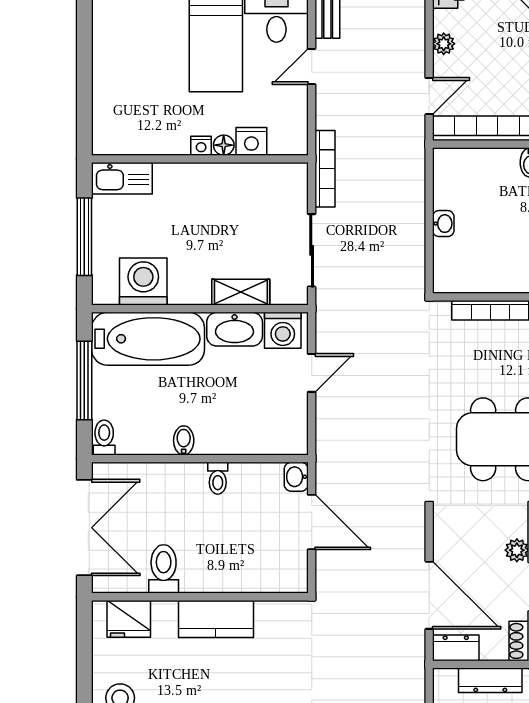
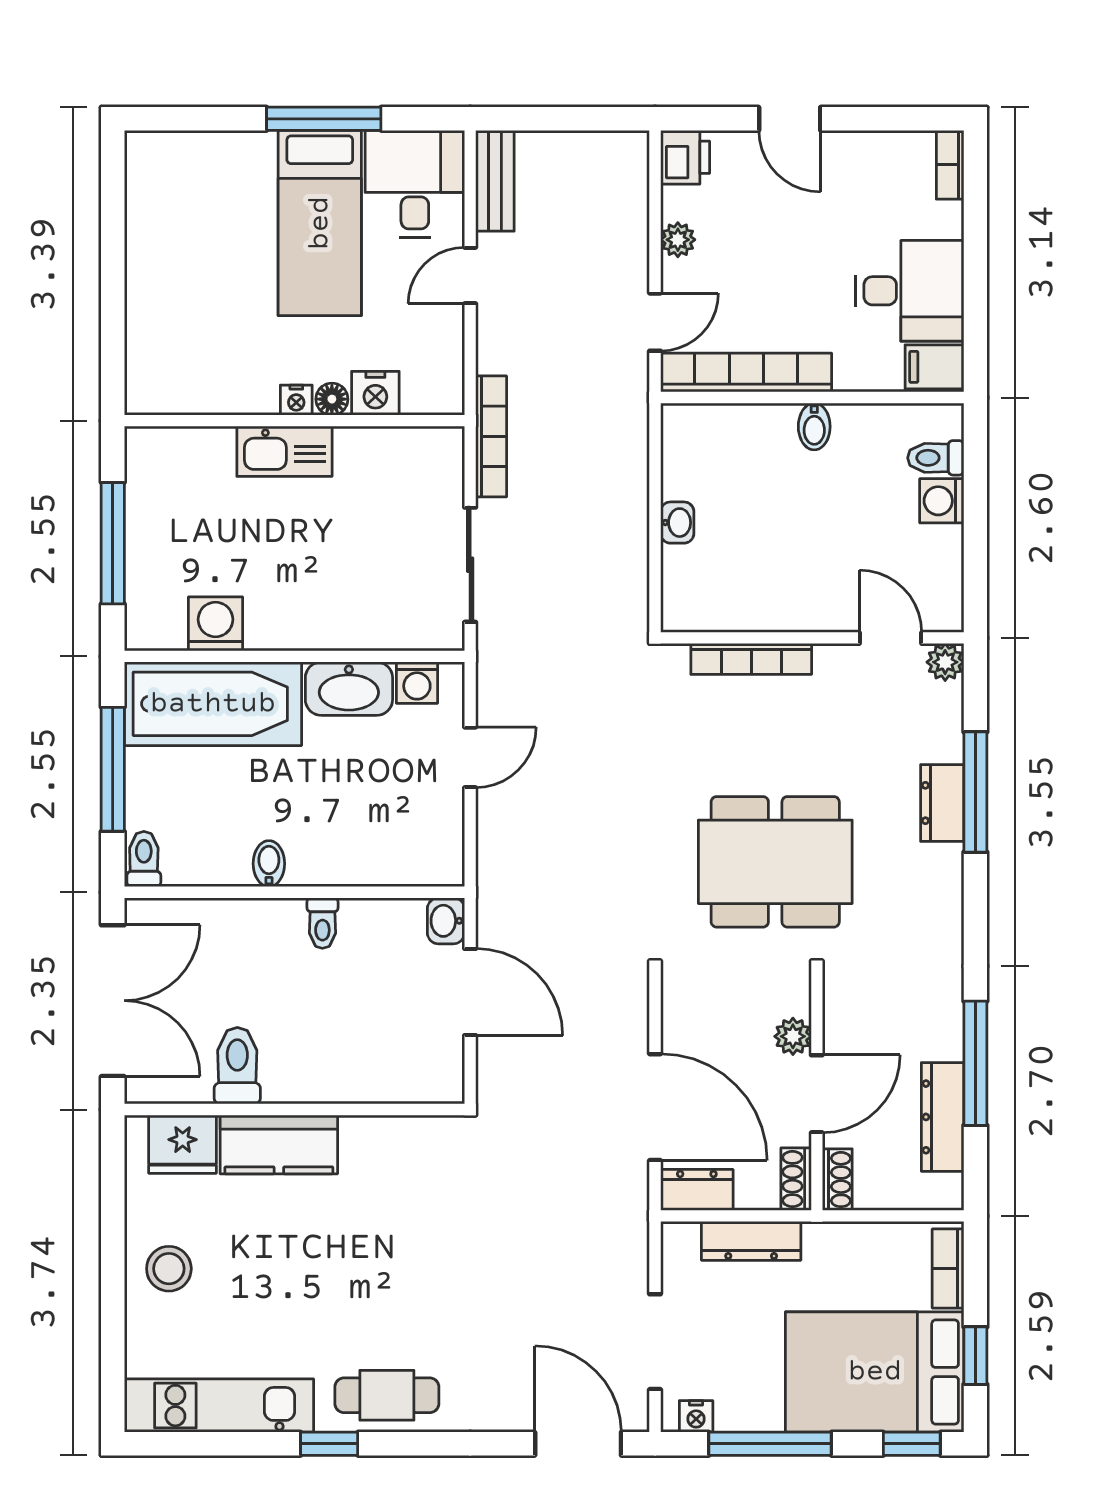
kitchen sink: (122, 178) -> (284, 451), moved
washing machine: (143, 282) -> (215, 624), width x0.73, depth x0.73
shelving: (241, 292) -> (359, 630), removed
washing machine: (283, 330) -> (417, 683), width x0.73, depth x0.73
kitchen counter: (216, 619) -> (279, 1144), moved

